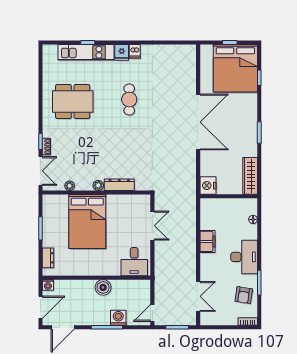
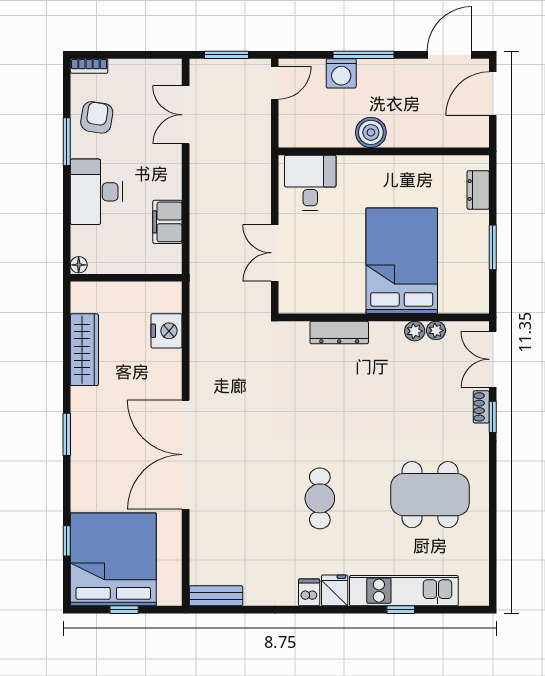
bench: (183, 50) -> (216, 596), added
plant: (98, 185) -> (415, 331), moved
wall: (229, 196) -> (126, 278), moved
washing machine: (48, 285) -> (478, 137), removed

